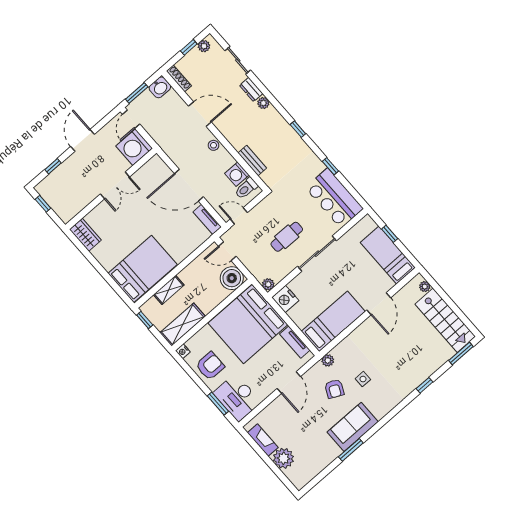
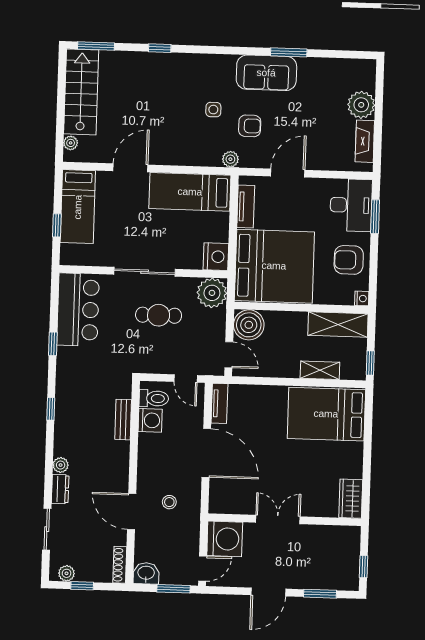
stool: (213, 145) -> (169, 502), moved
window: (53, 166) -> (320, 594), width x1.50
plant: (268, 284) -> (212, 293), width x1.88, depth x1.88
armchair: (334, 389) -> (250, 126), turned 64

